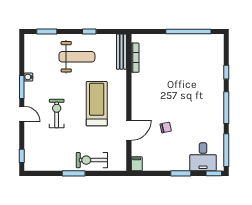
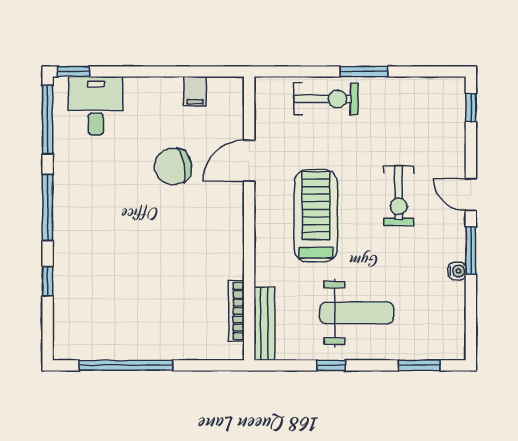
weight bench: (77, 57) -> (357, 313), turned 180
treadmill: (97, 104) -> (316, 216), turned 180
chair: (166, 128) -> (173, 166), width x1.87, depth x1.87
filing cabinet: (137, 164) -> (195, 91), moved
window: (181, 173) -> (142, 71), removed

